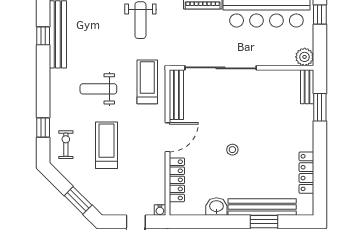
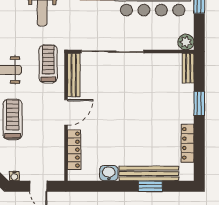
window: (320, 107) -> (199, 104), moved
stool: (232, 150) -> (123, 123), removed
water cooler: (160, 210) -> (14, 176), moved

